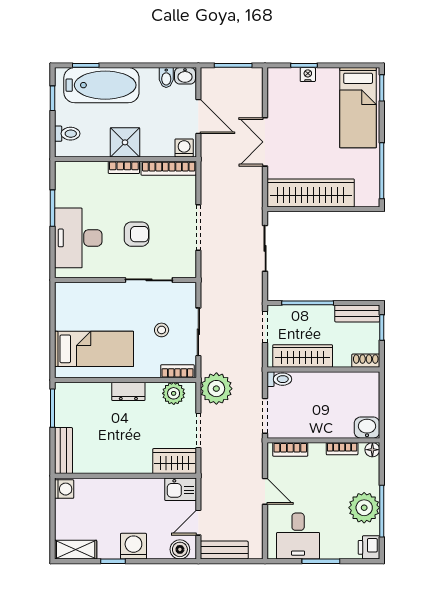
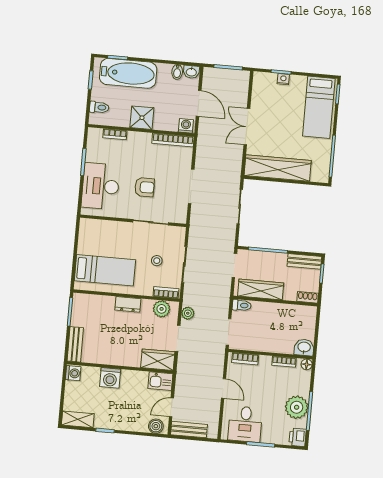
bookcase: (124, 167) -> (115, 134), moved
plant: (216, 389) -> (188, 313), width x0.53, depth x0.53
washing machine: (133, 546) -> (110, 378), moved, turned 180

